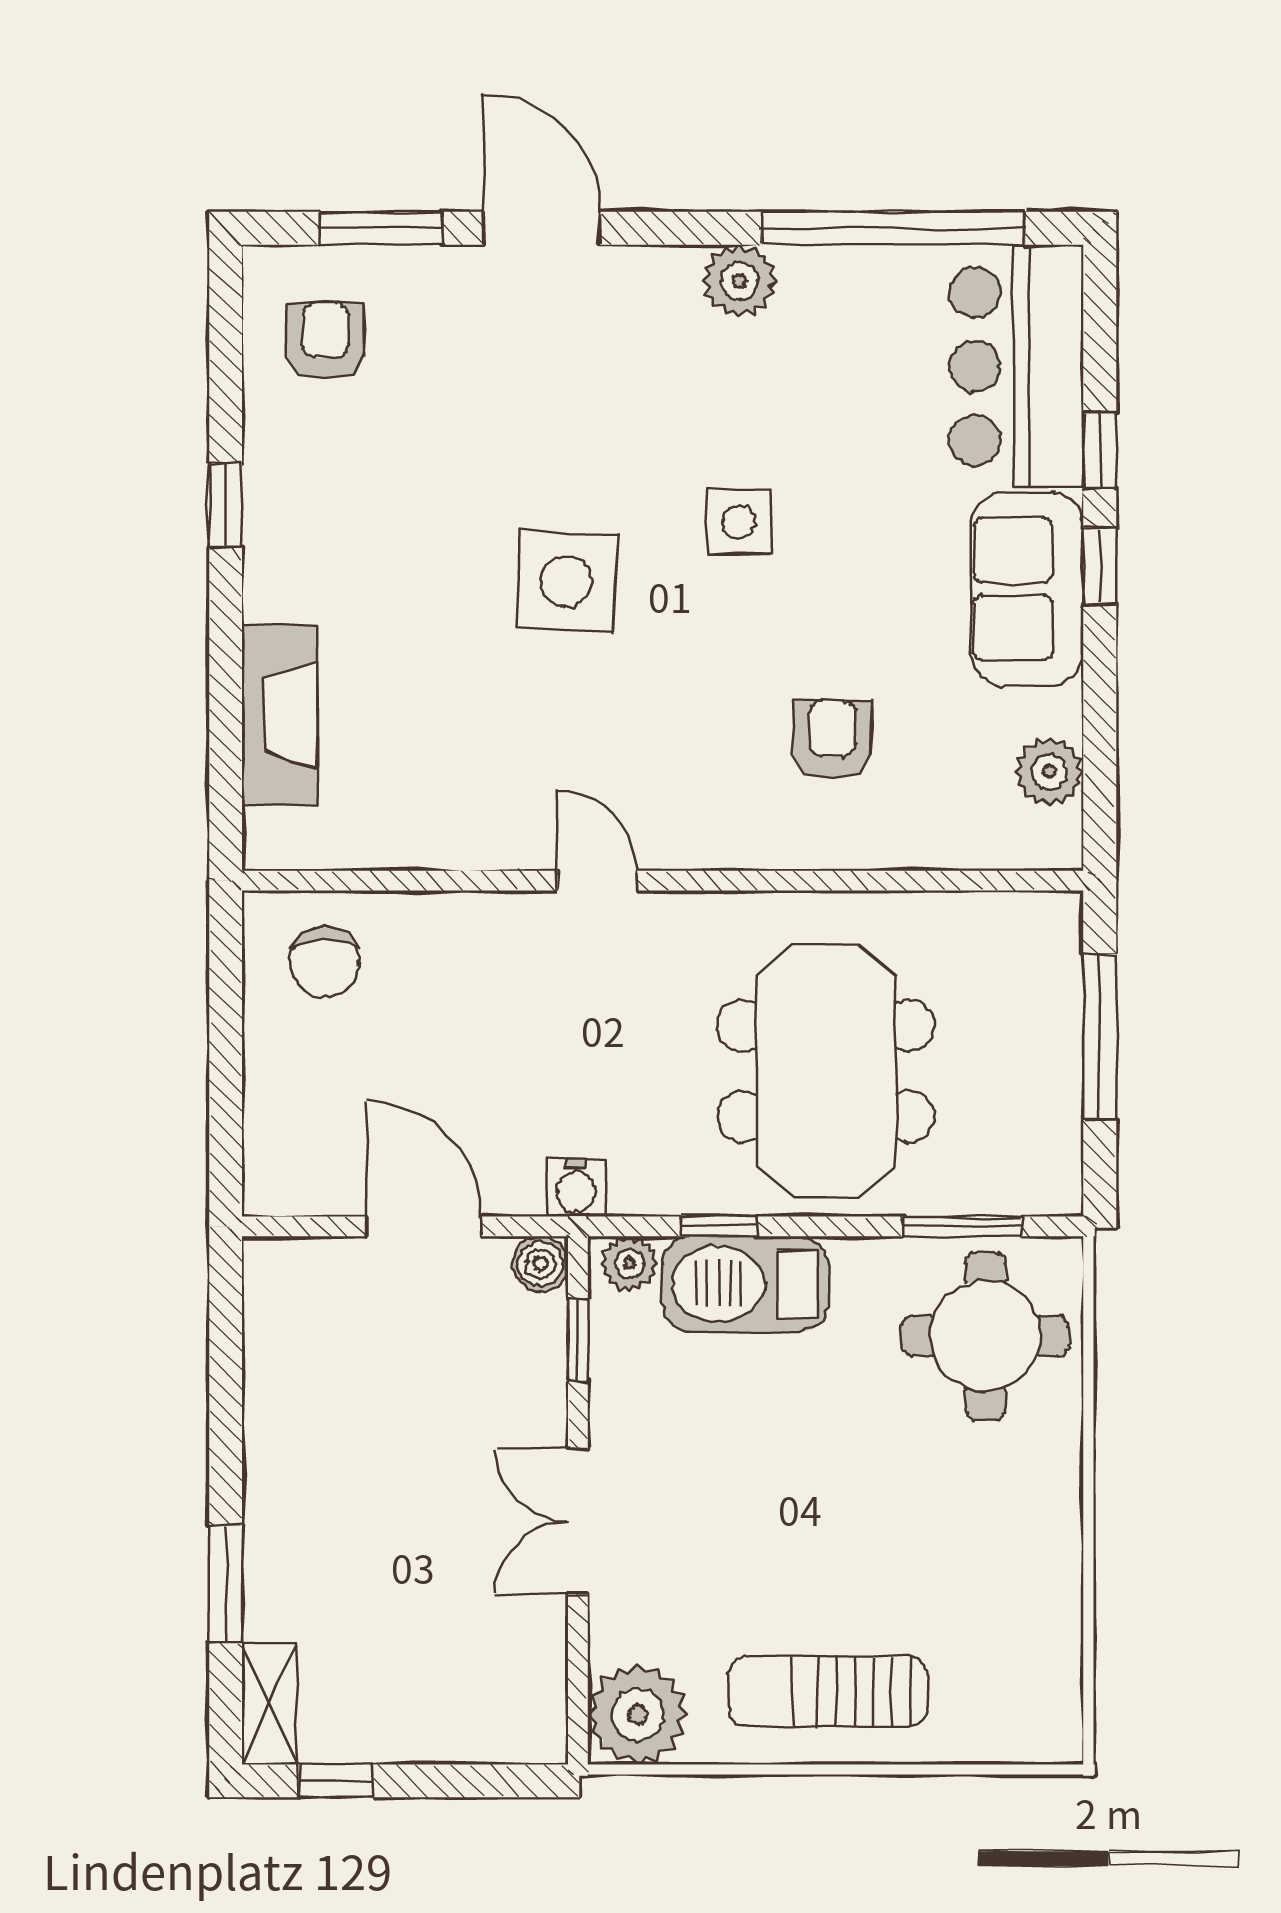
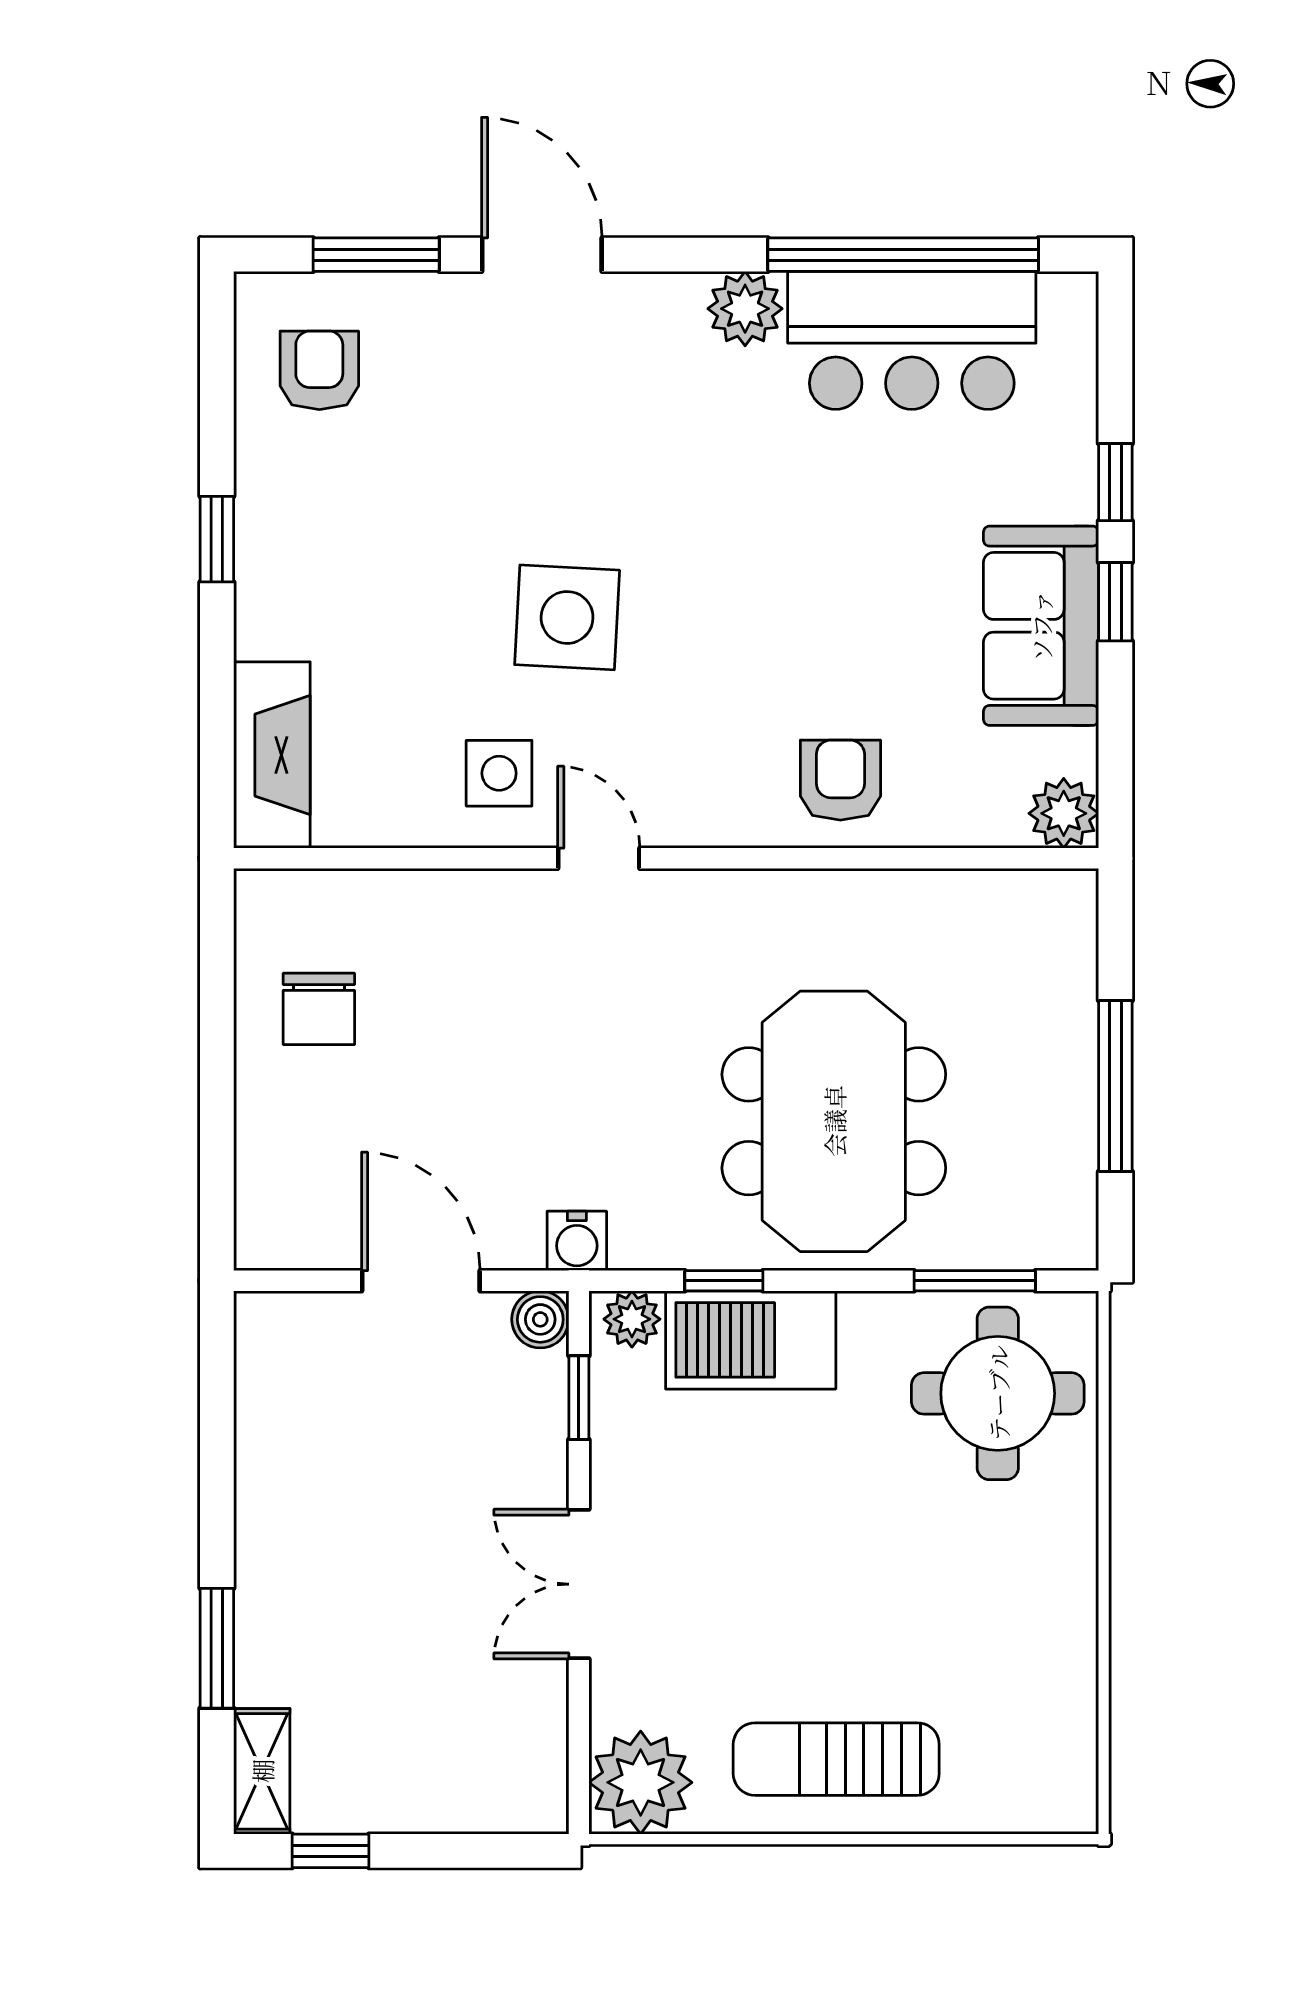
bar counter: (1016, 366) -> (912, 340), moved, turned -90
side table: (739, 522) -> (499, 773), moved
door: (597, 881) -> (599, 858), moved
wall: (663, 881) -> (666, 858), moved

